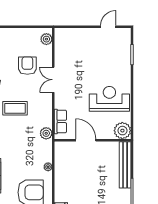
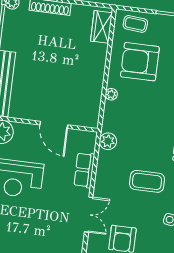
row of seats: (60, 121) -> (84, 170), moved

